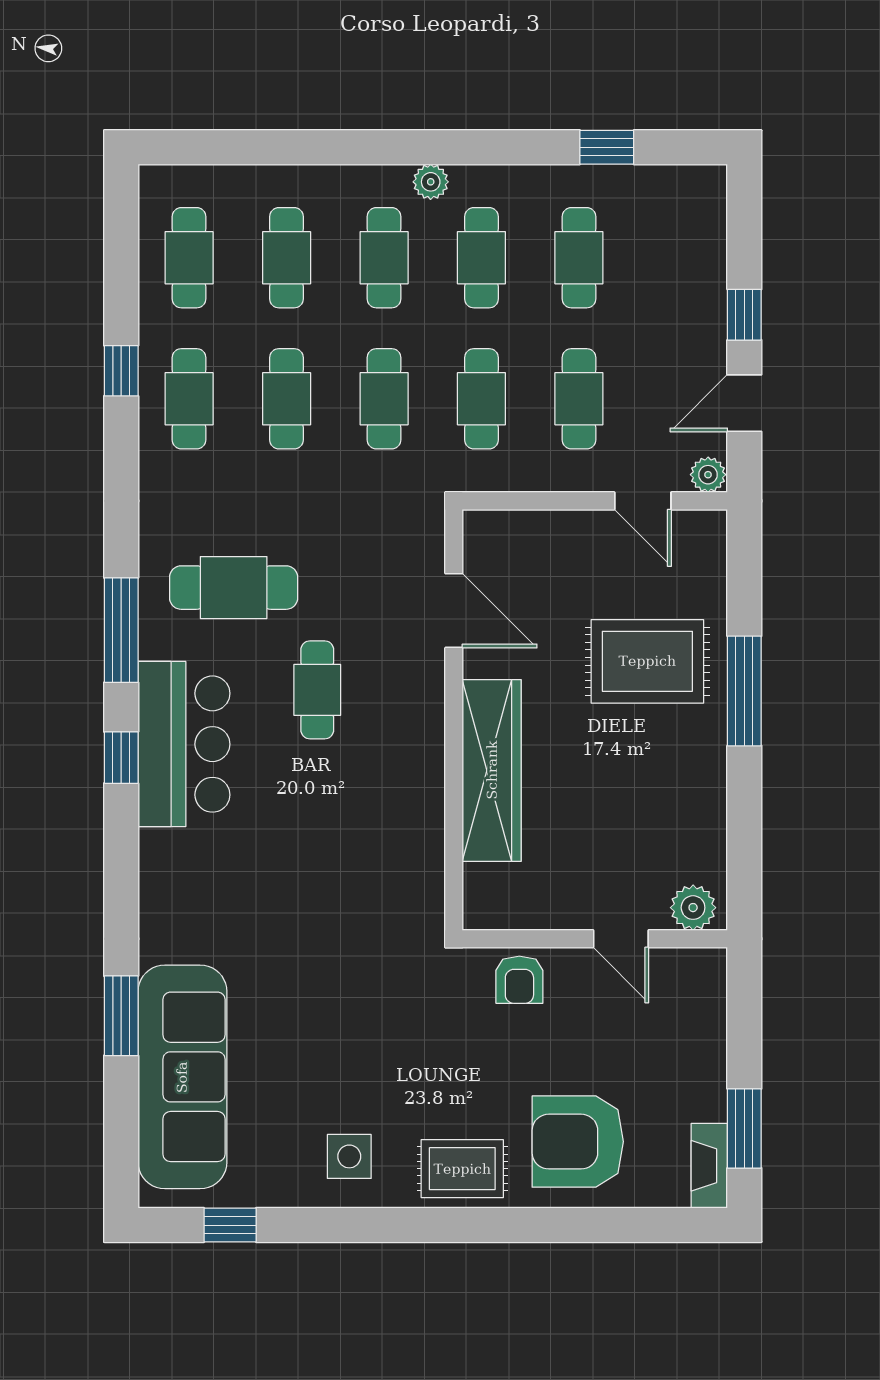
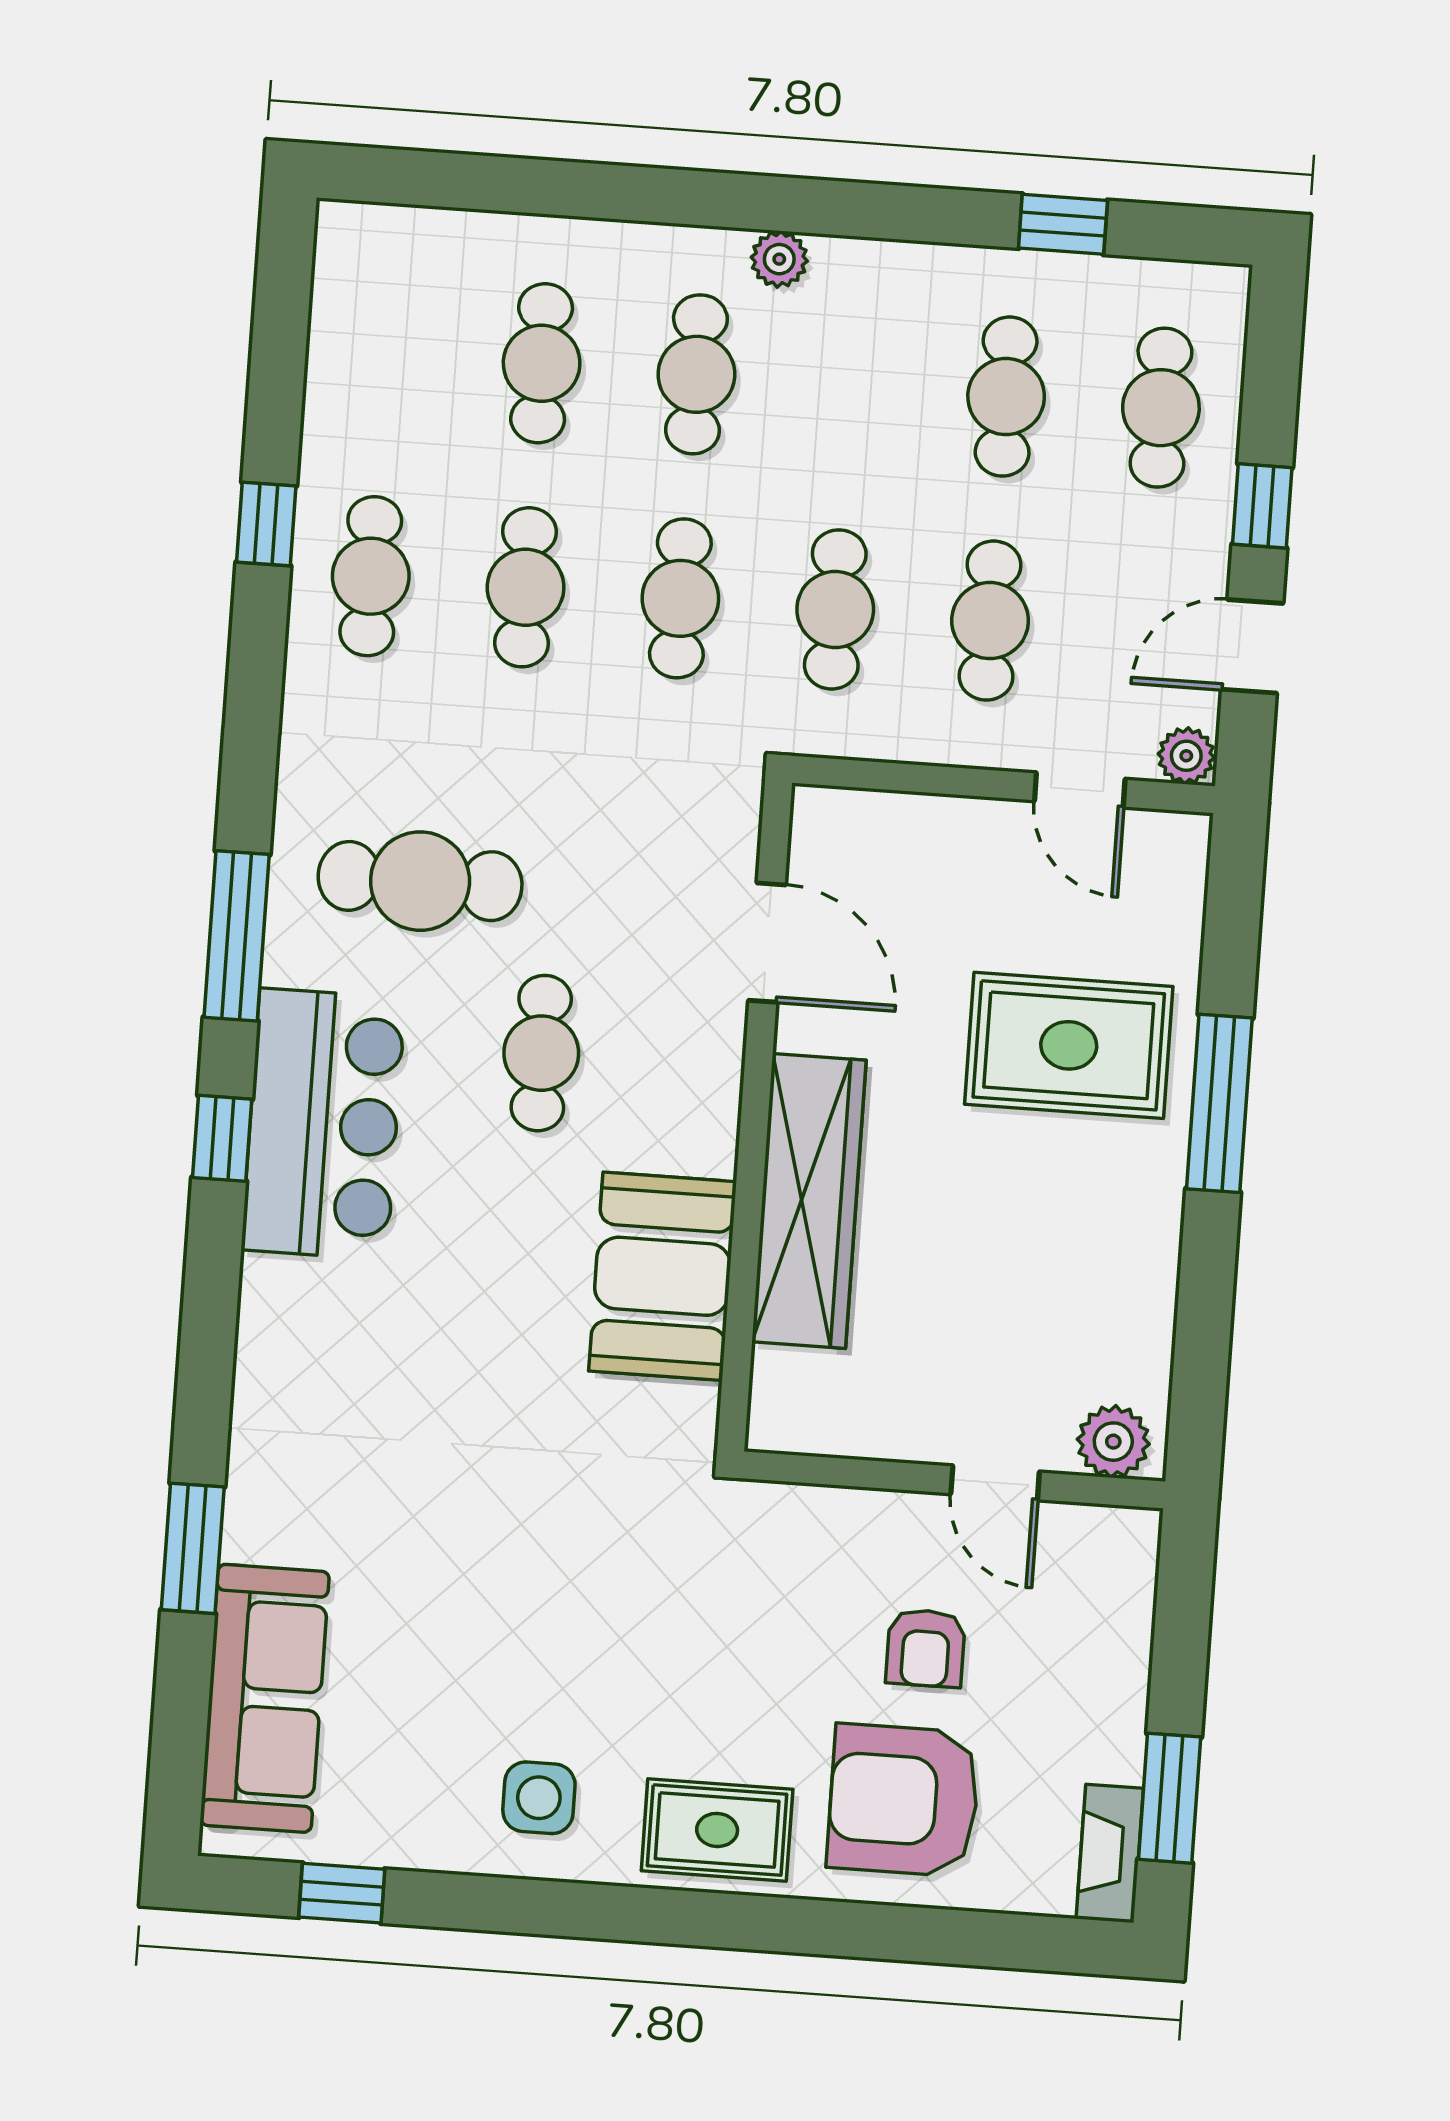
cafe table: (189, 258) -> (387, 352), removed
cafe table: (481, 258) -> (1161, 408), moved
booth: (403, 824) -> (663, 1276), added
armchair: (519, 980) -> (926, 1648), moved
sofa: (182, 1077) -> (265, 1698), width x0.74, depth x0.79

